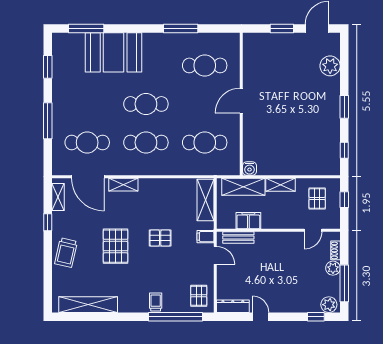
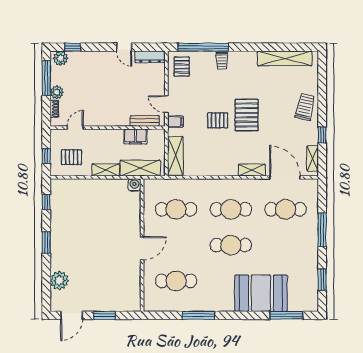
pallet: (317, 198) -> (72, 157), turned 90
pallet: (116, 246) -> (247, 115), moved

